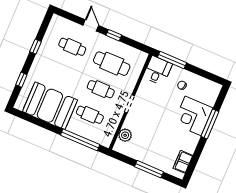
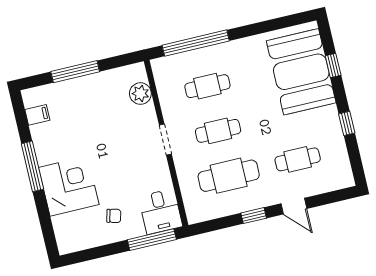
booth: (50, 106) -> (301, 72), moved, turned 90
window: (210, 124) -> (32, 166), moved
filing cabinet: (183, 162) -> (37, 115), width x0.50

